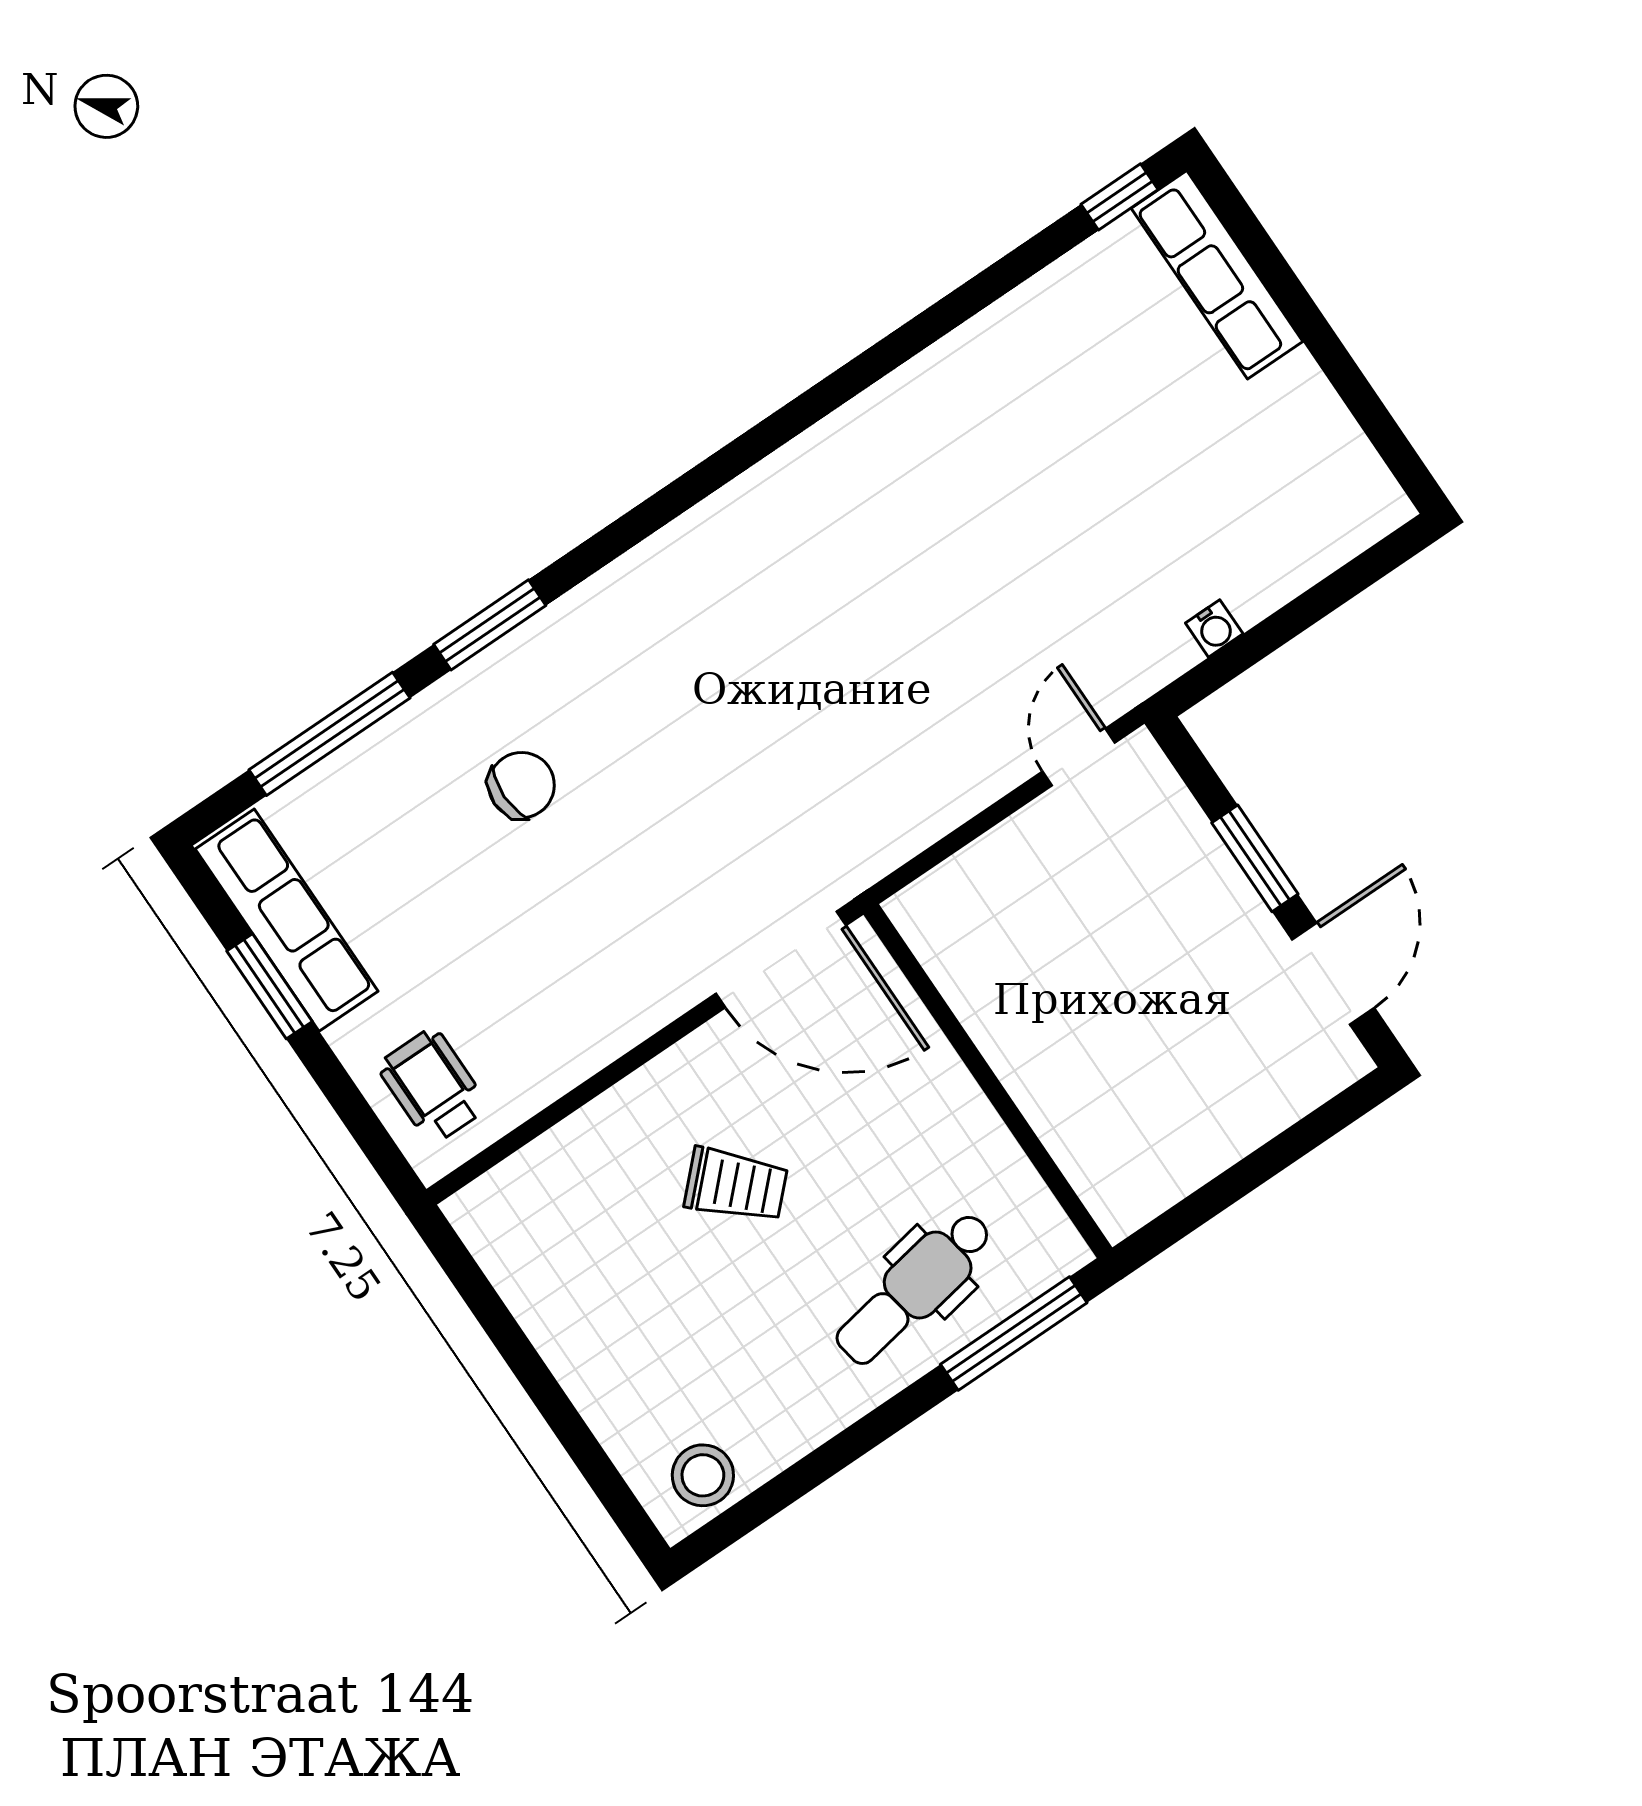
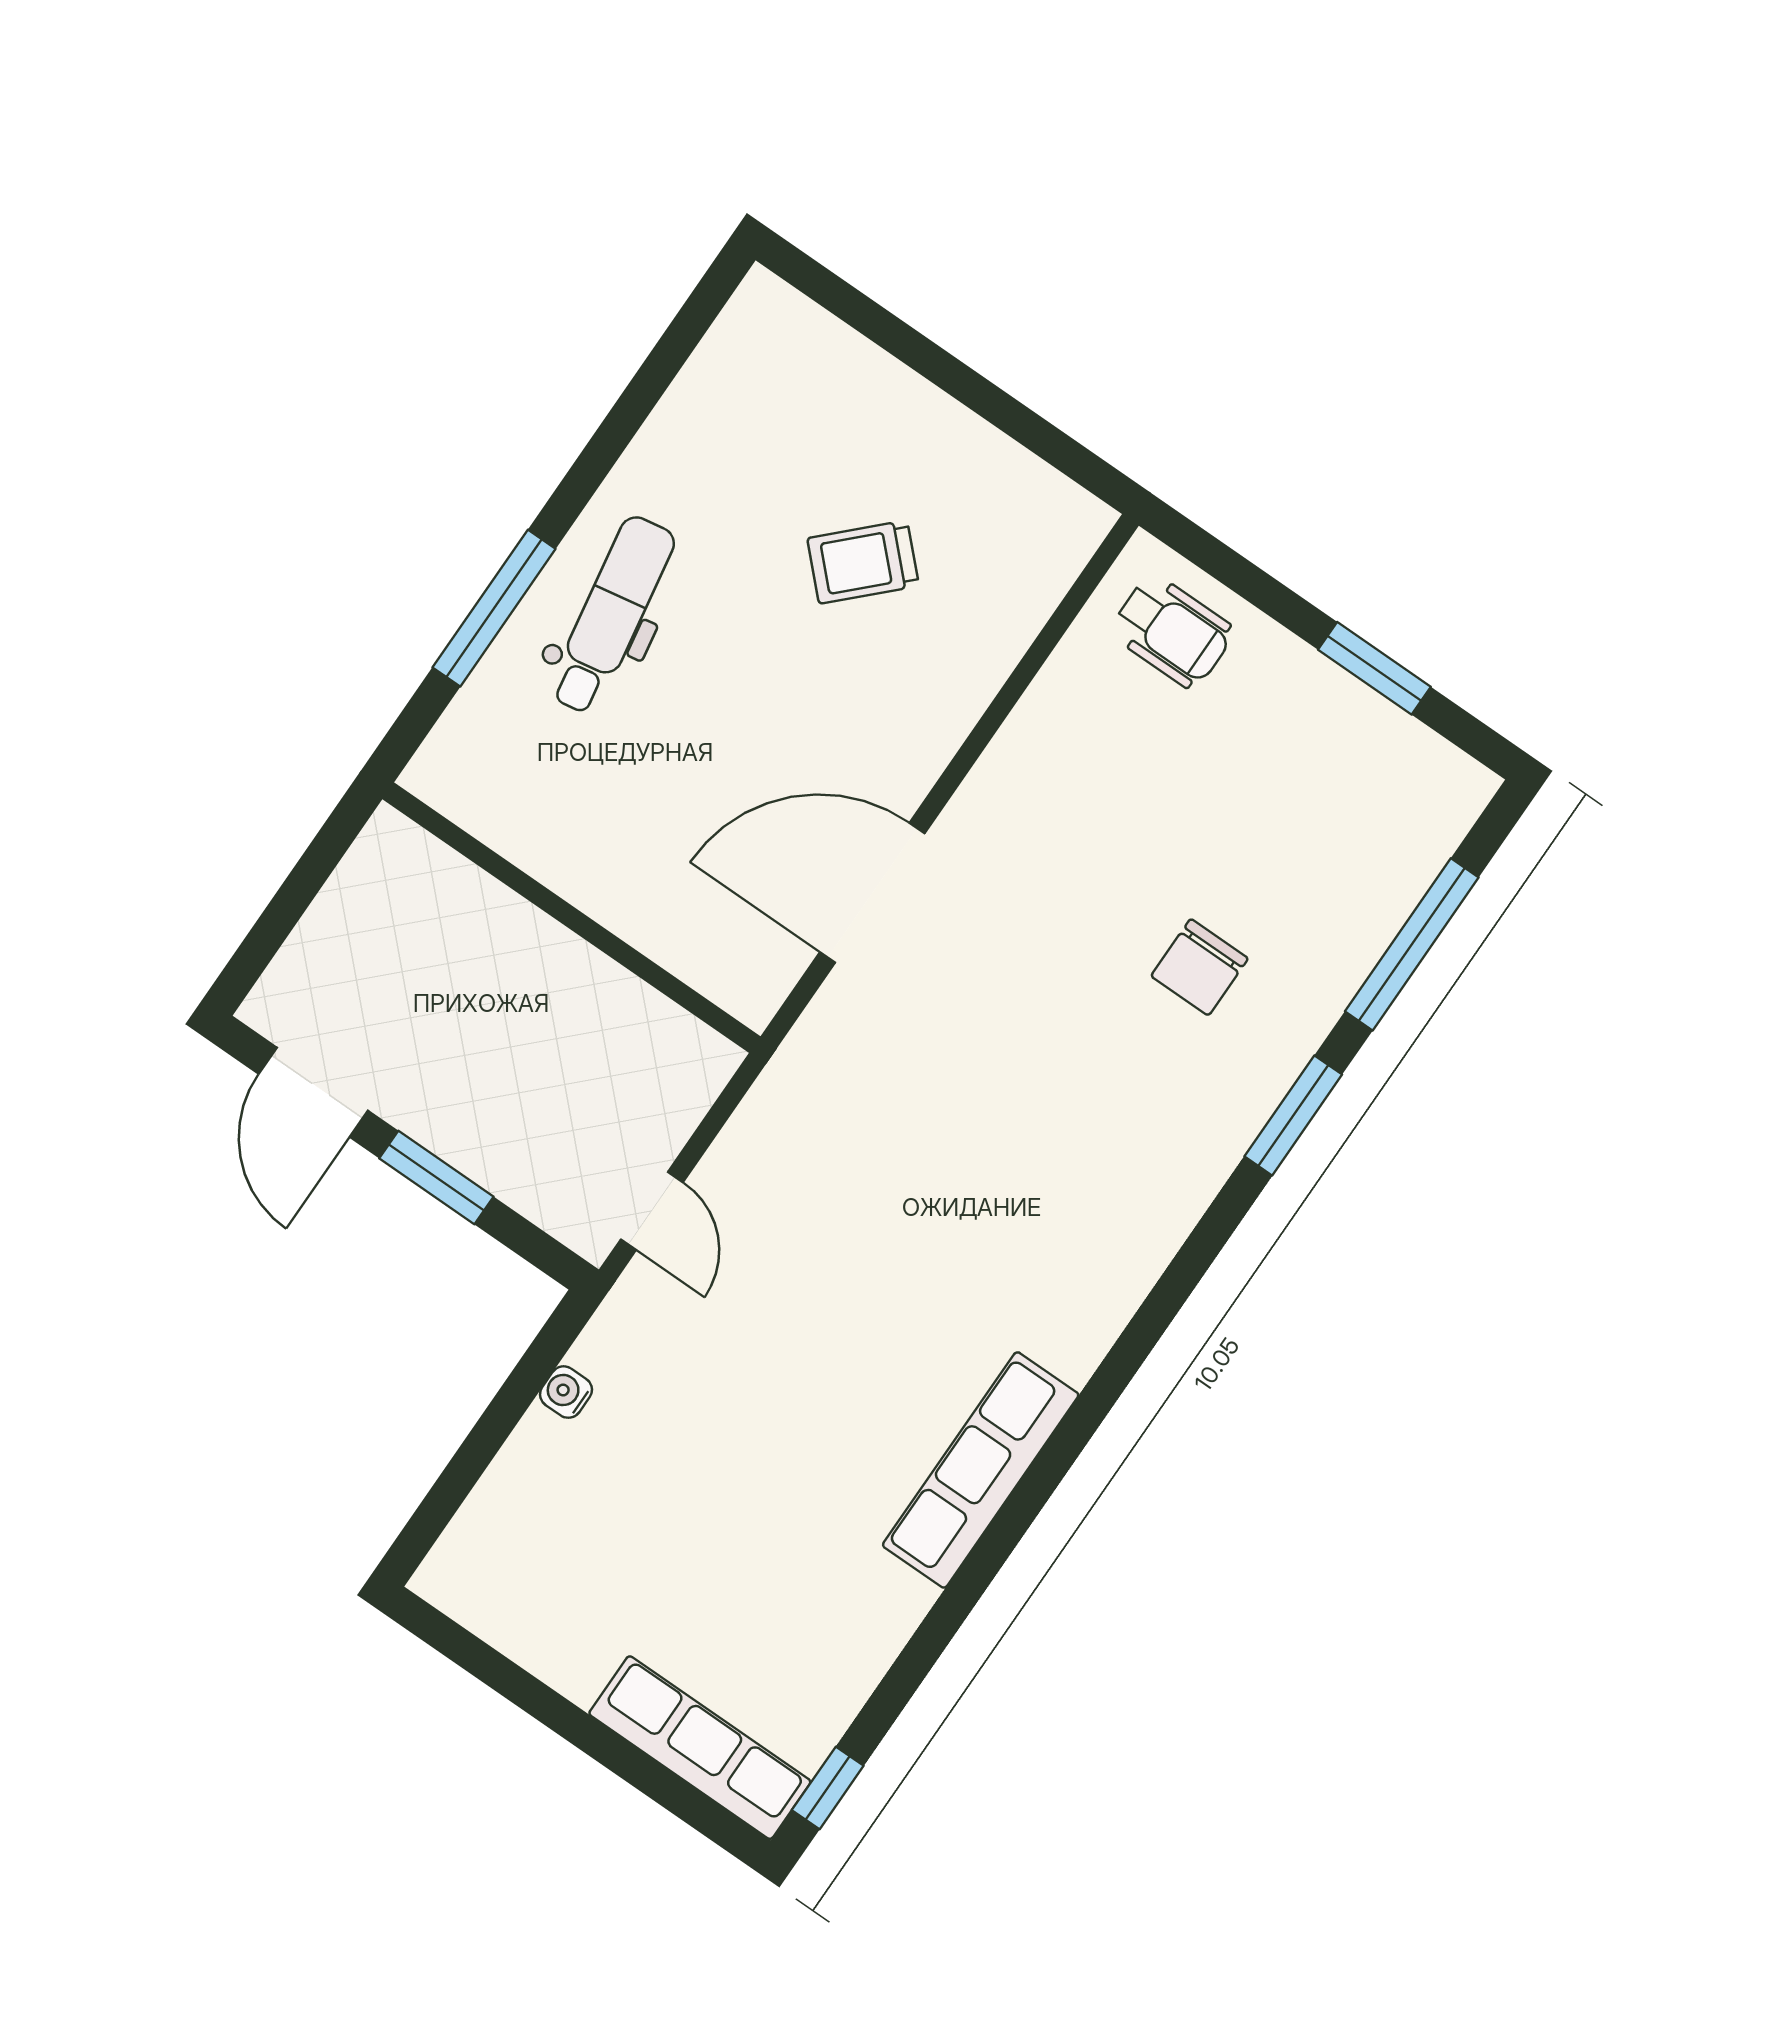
row of seats: (287, 920) -> (981, 1470), moved, turned 90
wall: (988, 1081) -> (571, 918), moved
trolley: (736, 1185) -> (863, 562), moved
stool: (703, 1475) -> (751, 346), removed

